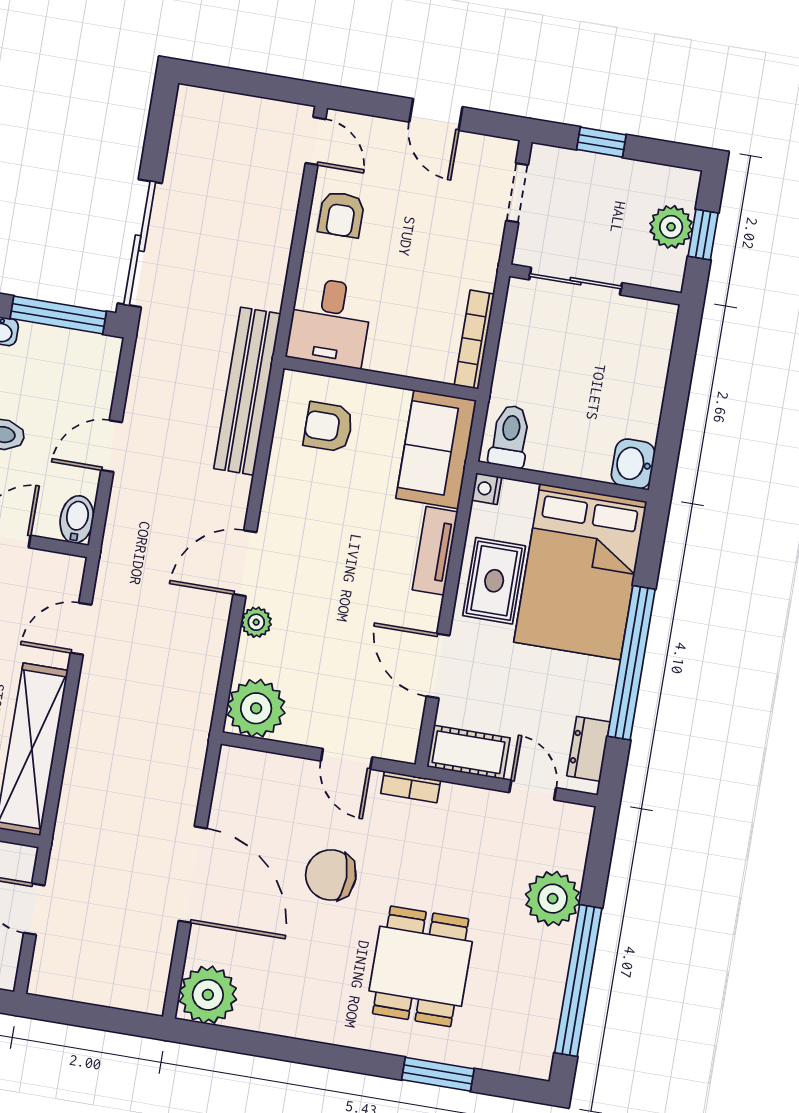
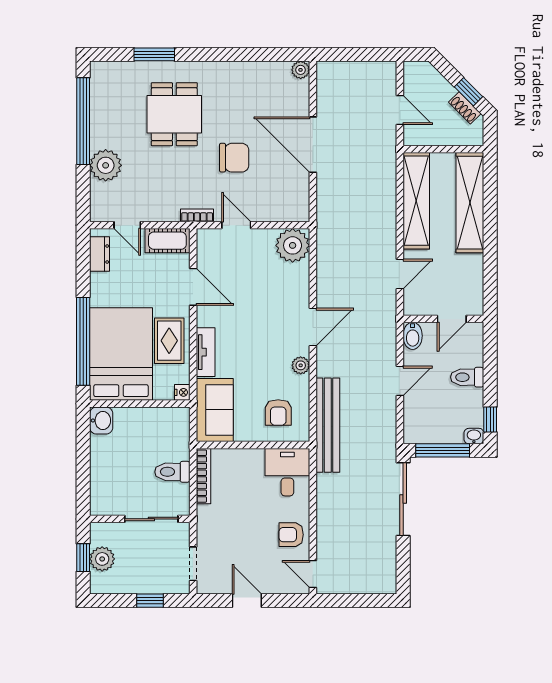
armchair: (341, 214) -> (291, 535), turned -90
armchair: (328, 427) -> (278, 412), turned 90
toilet: (510, 436) -> (172, 472), moved, turned 90
plant: (256, 622) -> (301, 365), moved
window: (631, 663) -> (83, 341), moved
plant: (208, 995) -> (301, 70), width x0.53, depth x0.53

